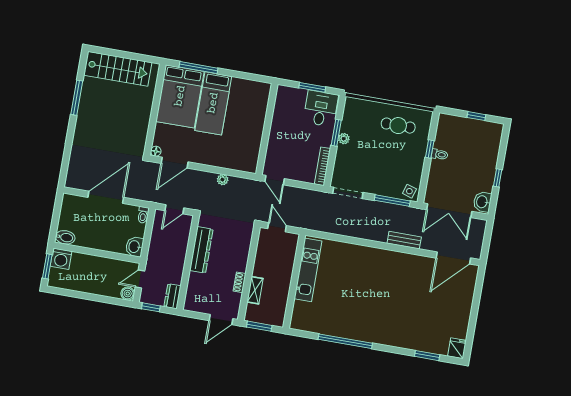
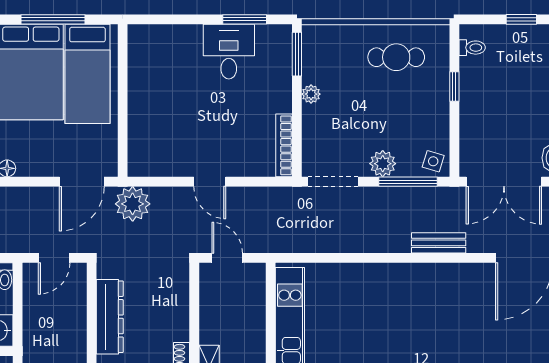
desk: (321, 109) -> (229, 52), moved
wall: (267, 129) -> (123, 100), moved
window: (336, 133) -> (297, 54), moved
toilet: (440, 154) -> (472, 48), moved
door: (175, 163) -> (82, 182), moved
plant: (223, 180) -> (133, 204), width x1.87, depth x1.87
plant: (379, 187) -> (383, 164), added

